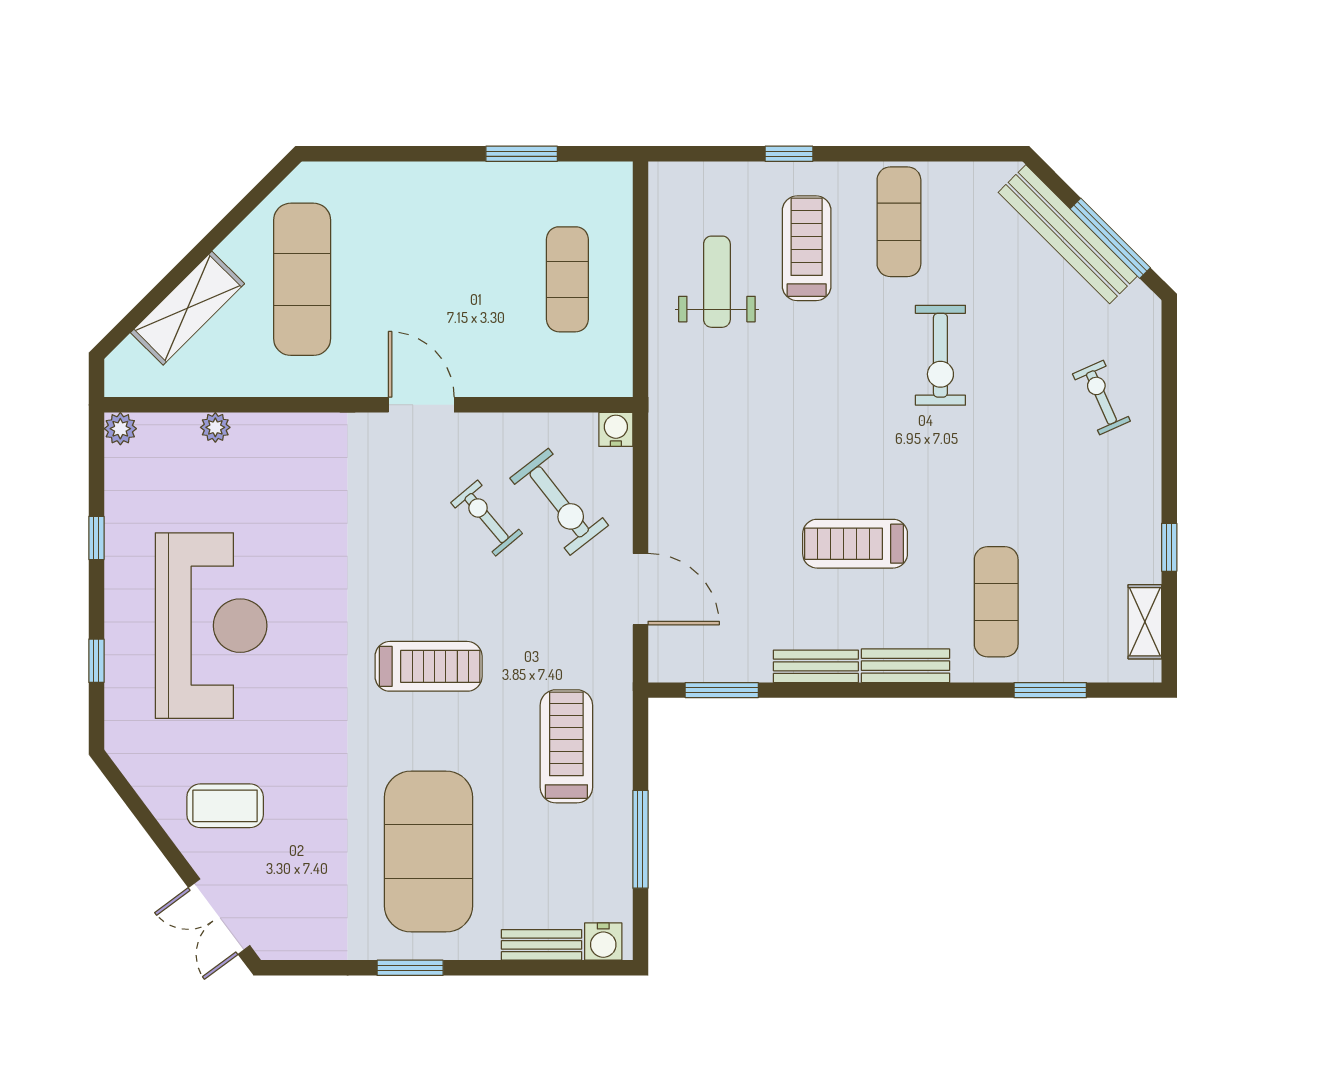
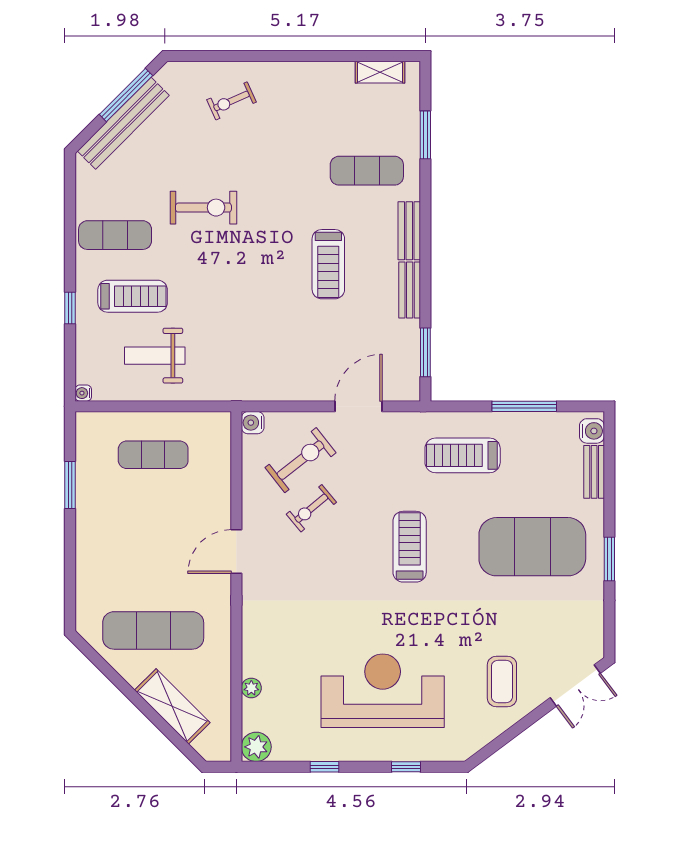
water cooler: (660, 174) -> (83, 393), added
treadmill: (807, 248) -> (133, 296), turned 180
plant: (120, 429) -> (256, 747), width x1.38, depth x1.38
window: (1169, 547) -> (331, 56), removed

